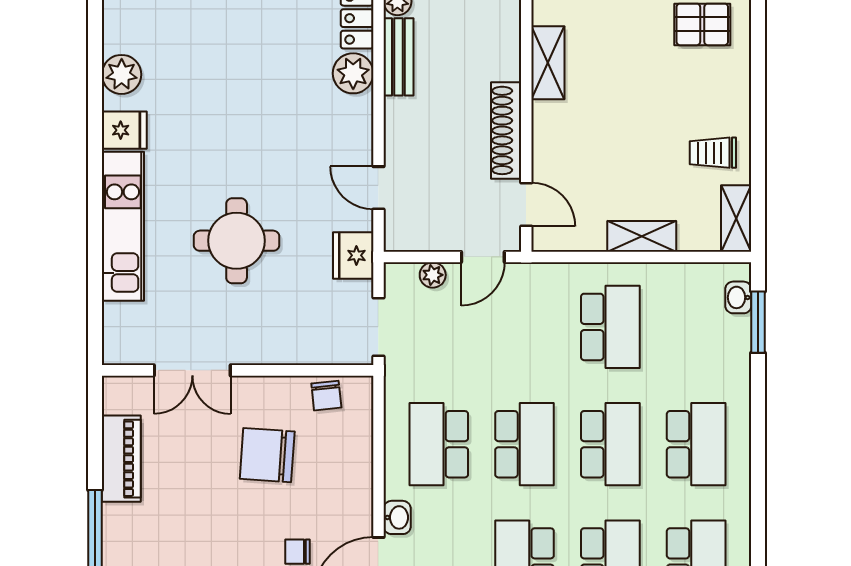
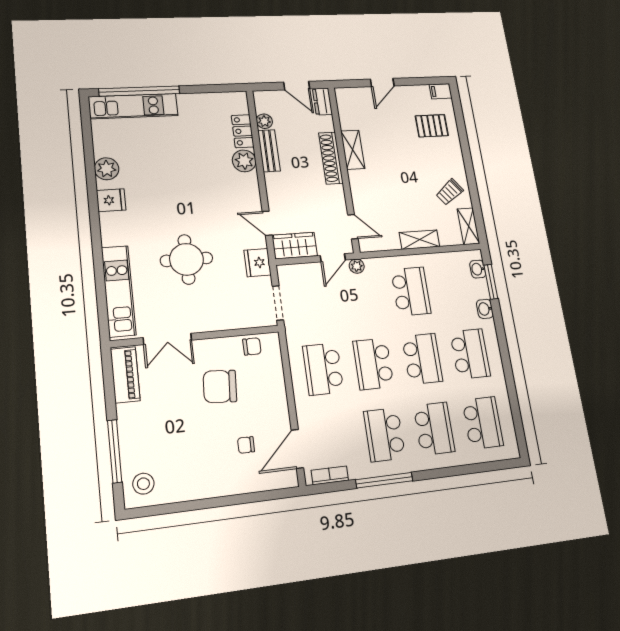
shoe rack: (506, 130) -> (331, 158), moved
trolley: (713, 153) -> (450, 192), turned -37
kitchen unit: (123, 226) -> (119, 291), moved
wardrobe: (420, 231) -> (295, 246), added
plant: (433, 275) -> (357, 266), moved
chair: (326, 396) -> (252, 346), turned -84
school desk: (525, 444) -> (373, 364), turned 180
piano: (121, 459) -> (125, 375), moved
washbasin: (397, 517) -> (485, 309), moved, turned 180

